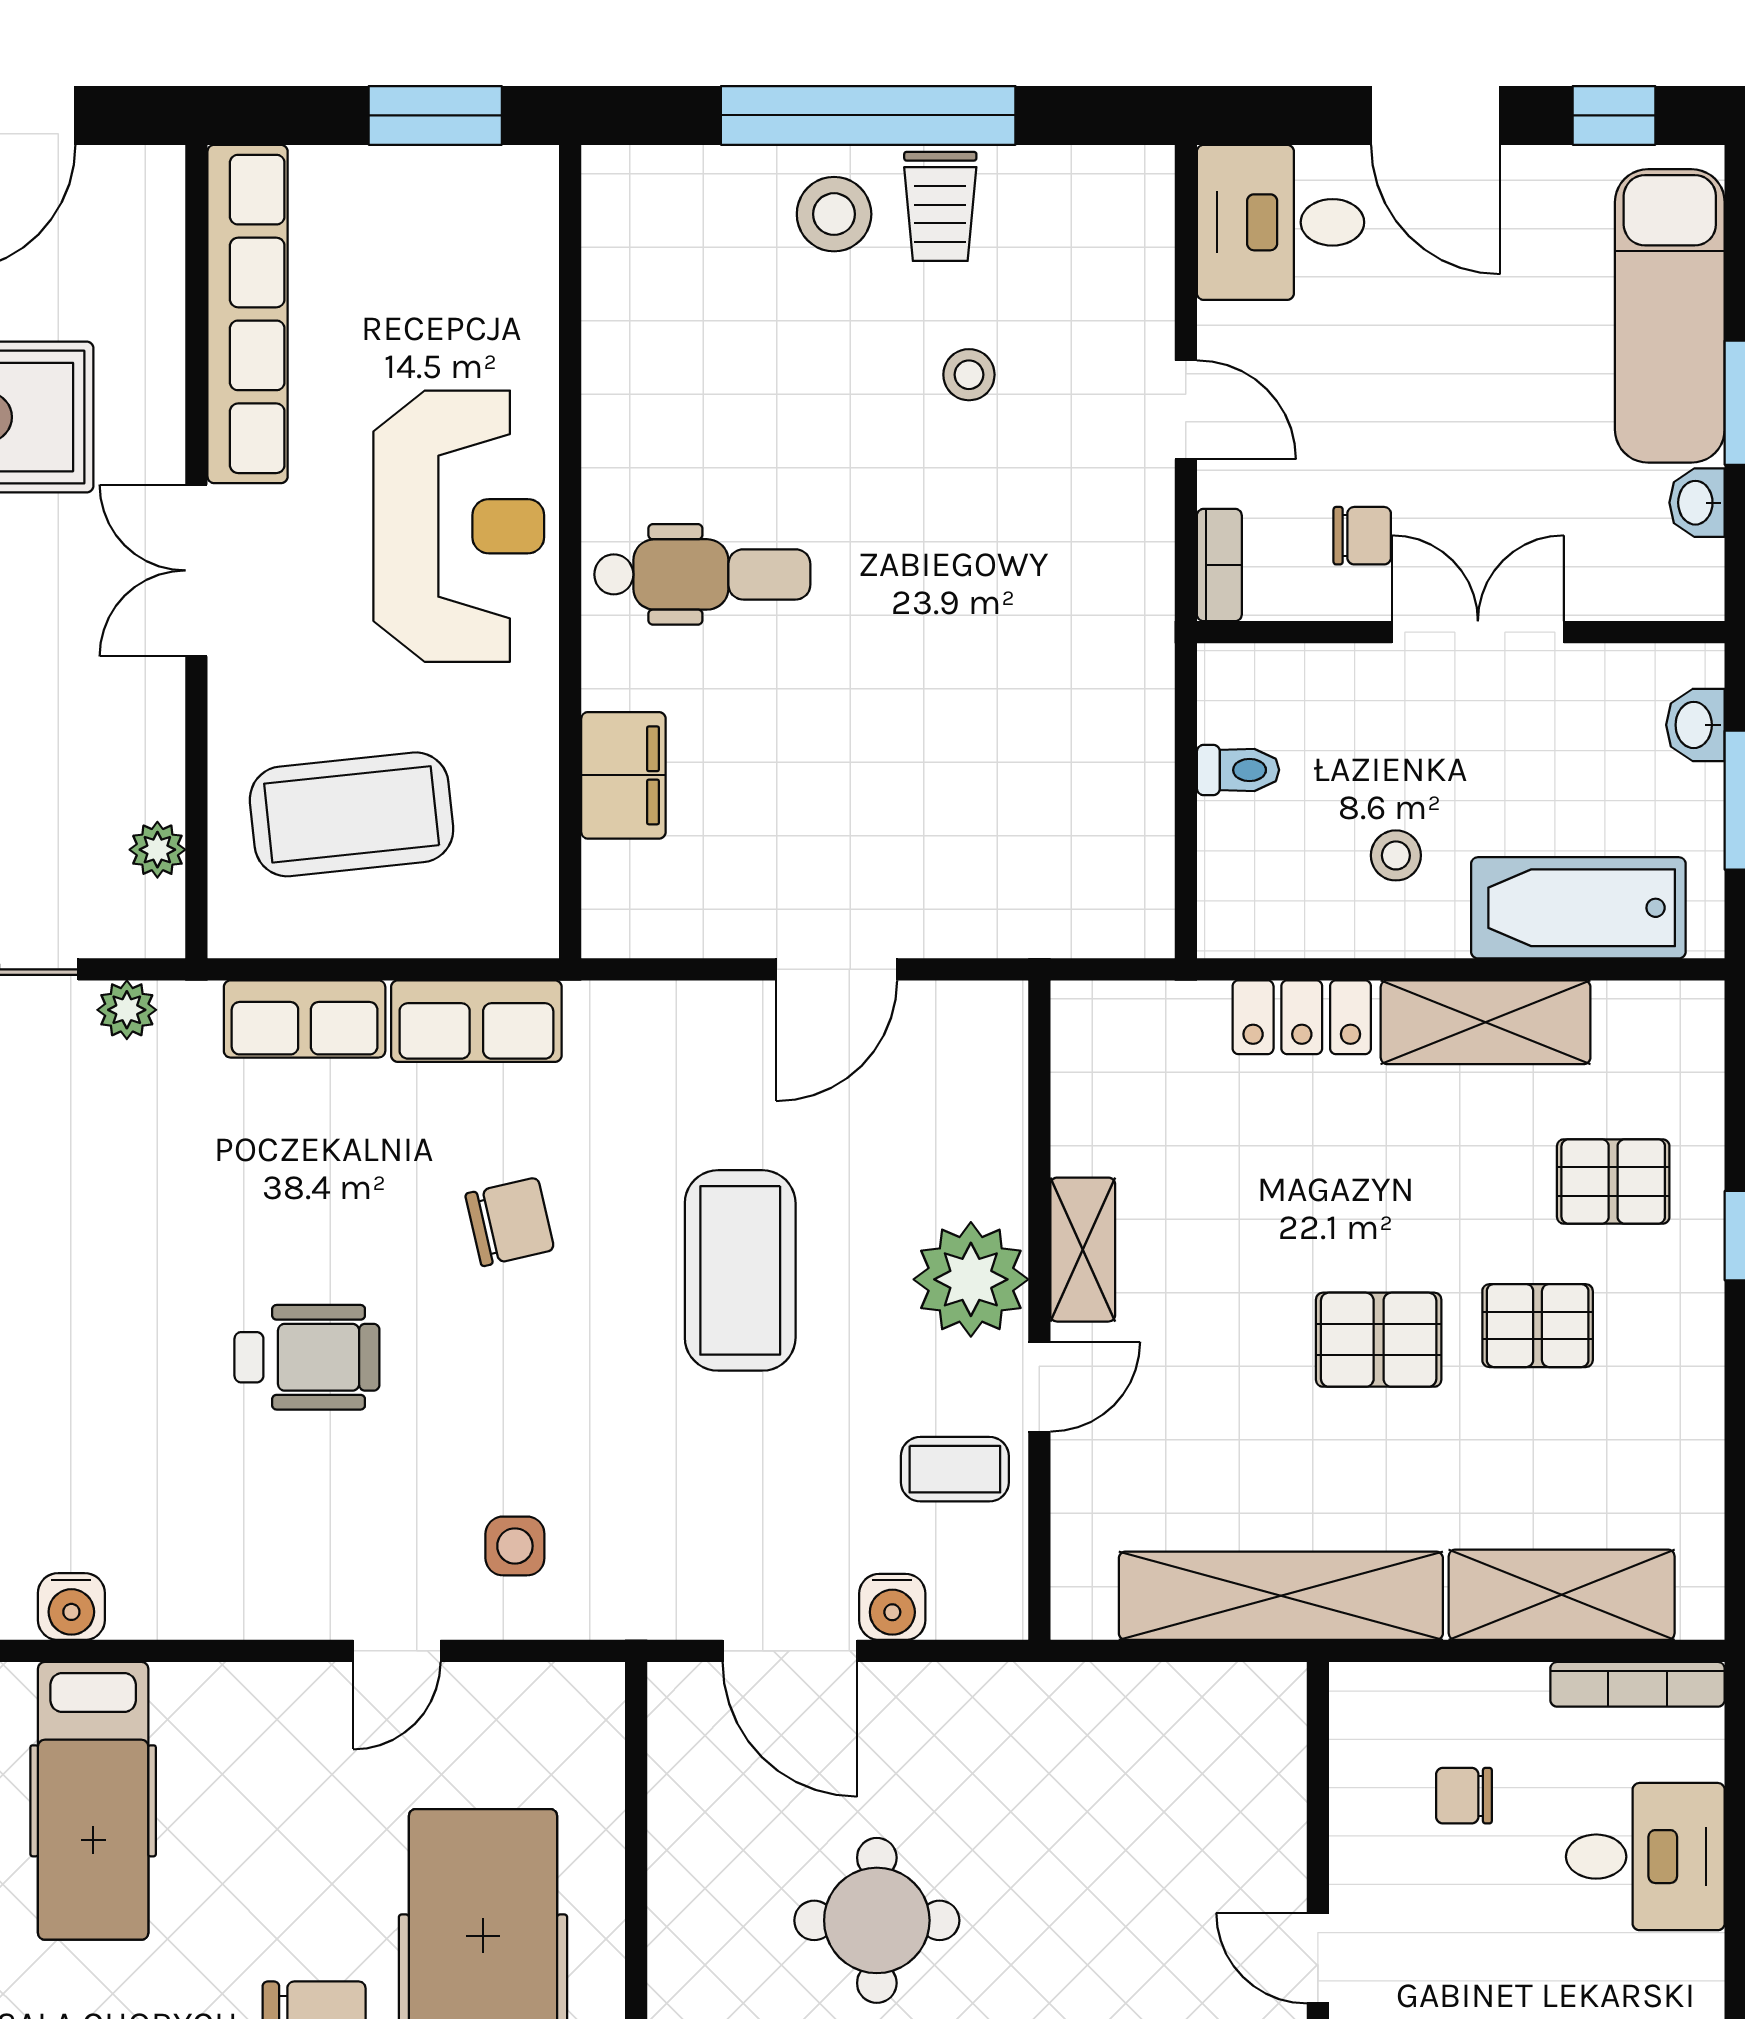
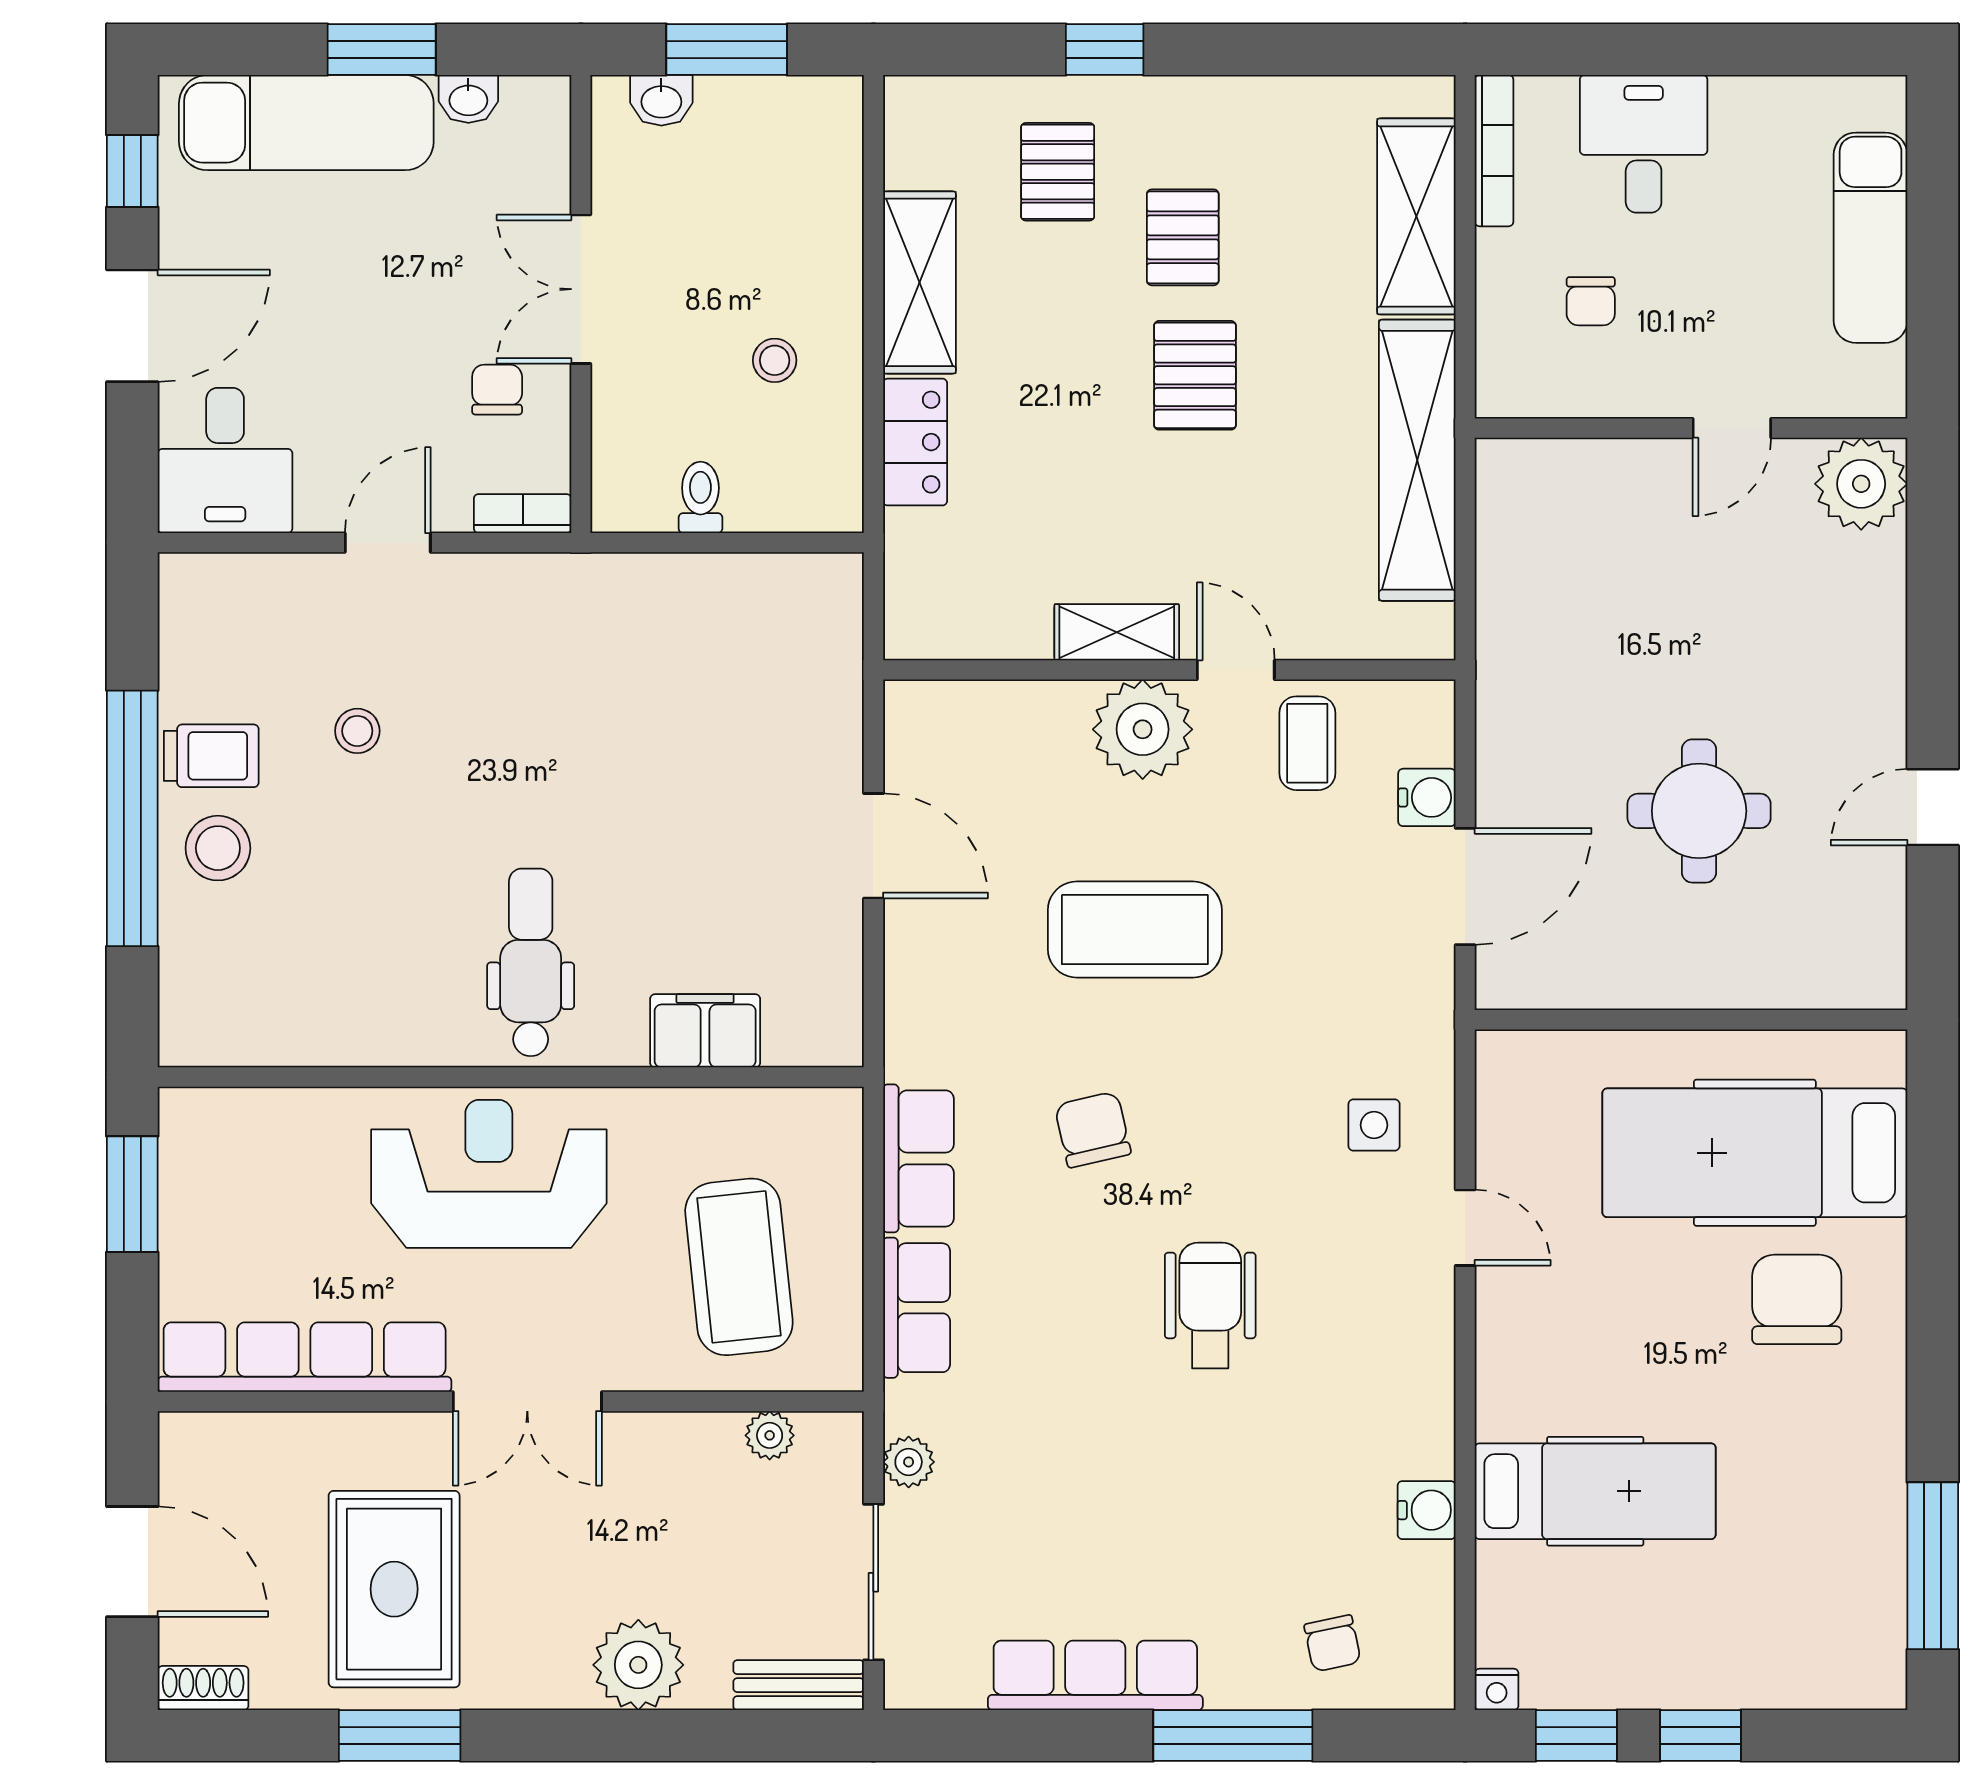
bathtub: (1578, 908) -> (820, 202), removed

